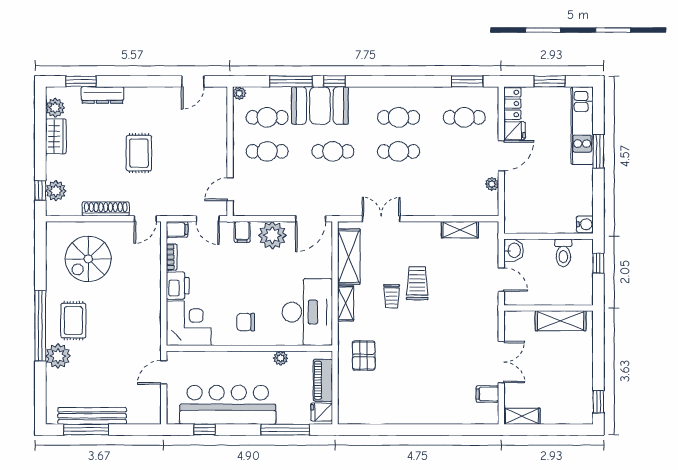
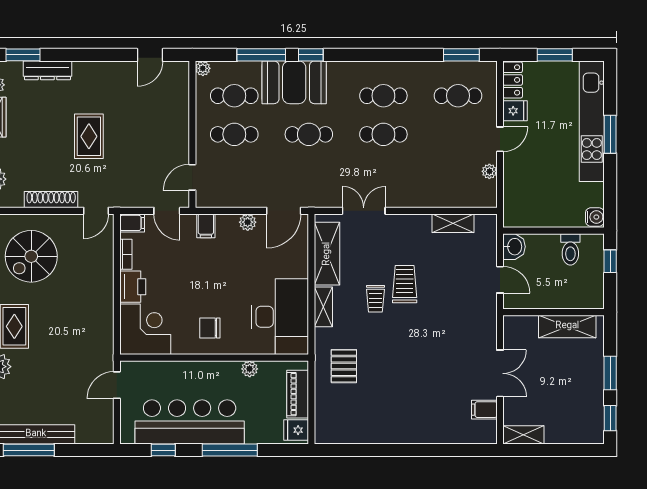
kitchen unit: (582, 126) -> (592, 121), width x1.36
door: (501, 156) -> (500, 139), width x0.73
plant: (272, 235) -> (248, 222), width x0.53, depth x0.53
window: (598, 362) -> (610, 373), added
window: (285, 430) -> (230, 450), moved

